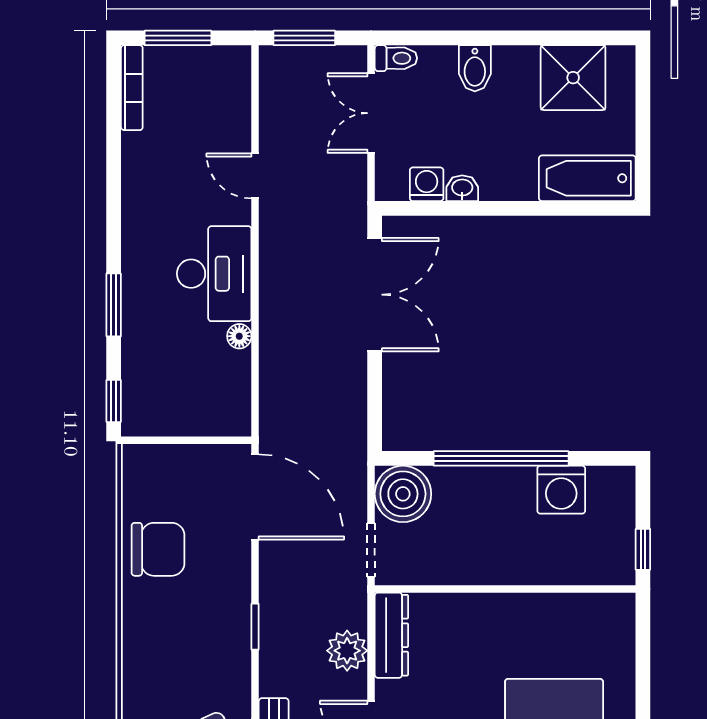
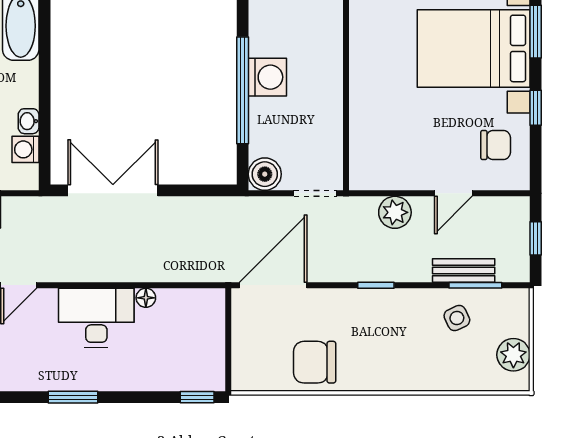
window: (114, 305) -> (73, 397), moved
washing machine: (561, 490) -> (267, 77), moved
boiler: (403, 494) -> (265, 174), width x0.73, depth x0.73
chair: (158, 549) -> (315, 362), turned -90
dresser: (391, 635) -> (383, 177), removed

